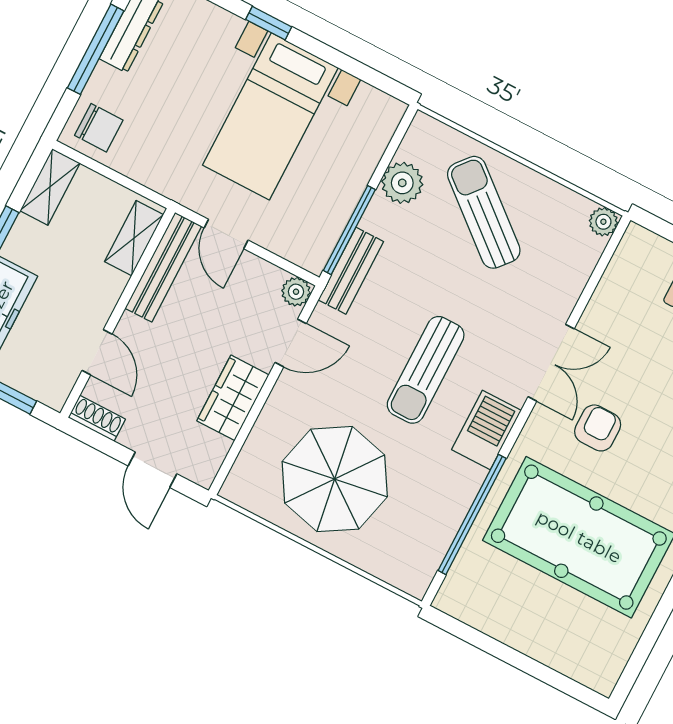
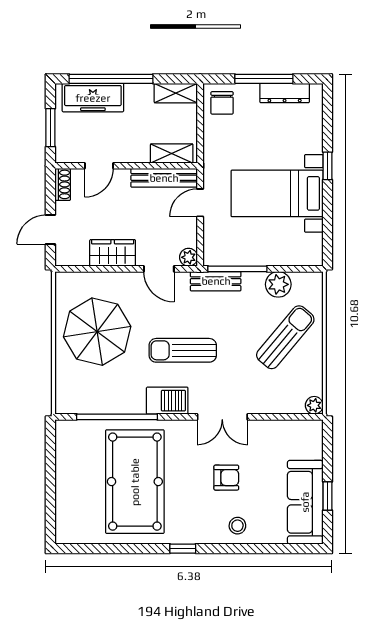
armchair: (598, 428) -> (226, 478), moved

